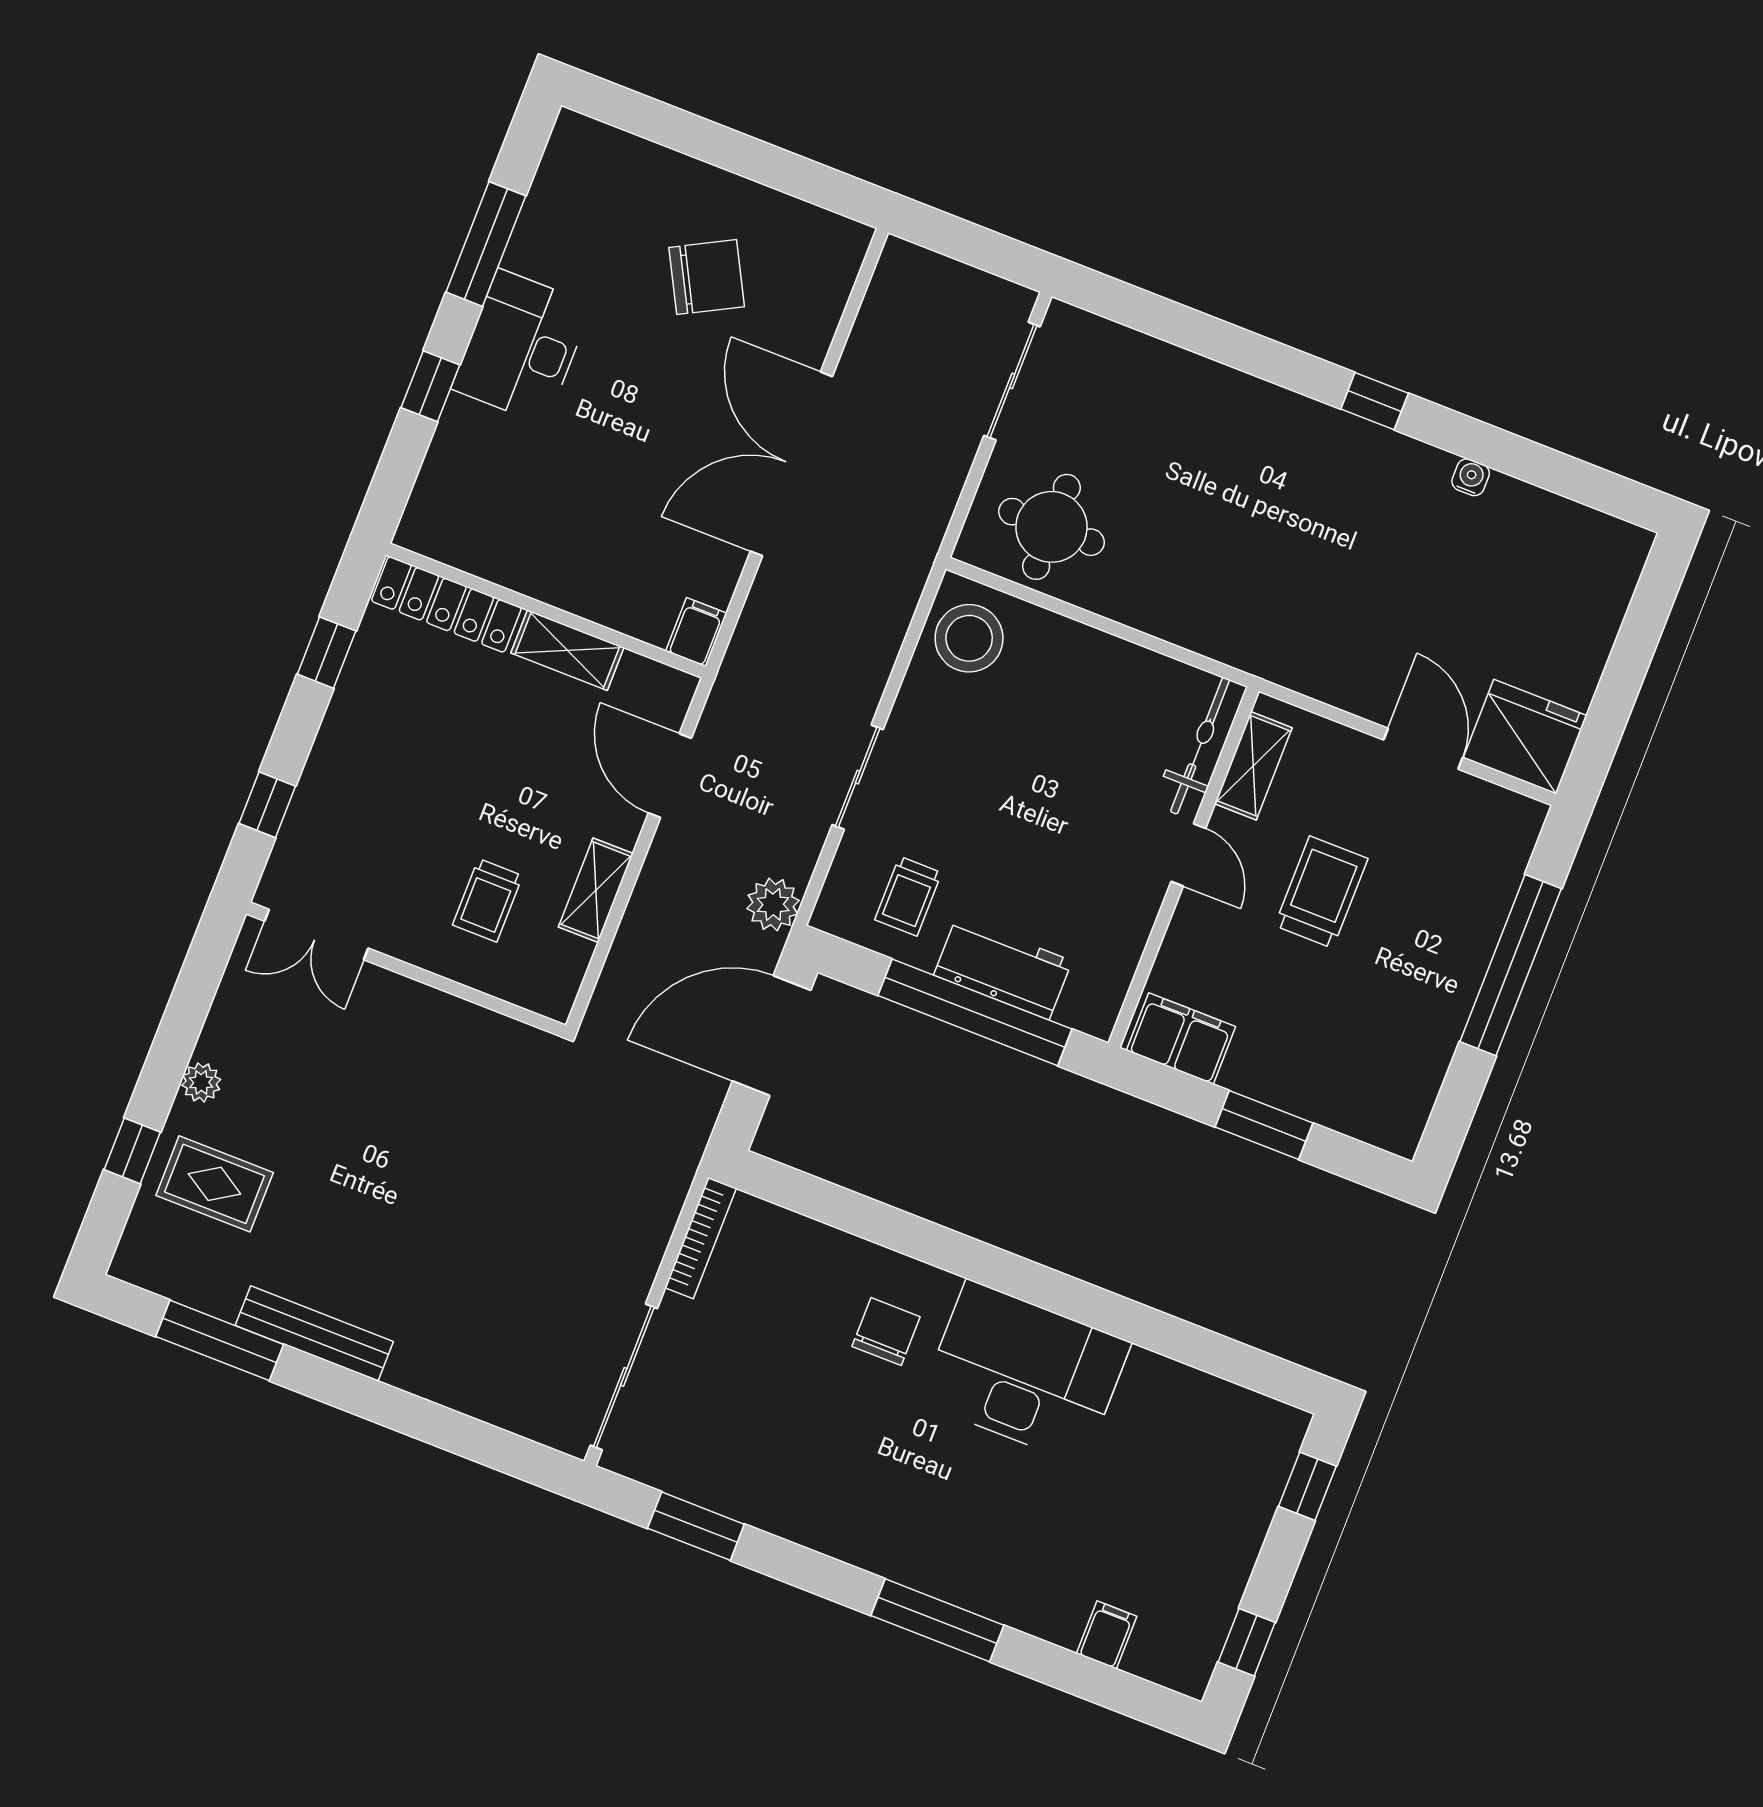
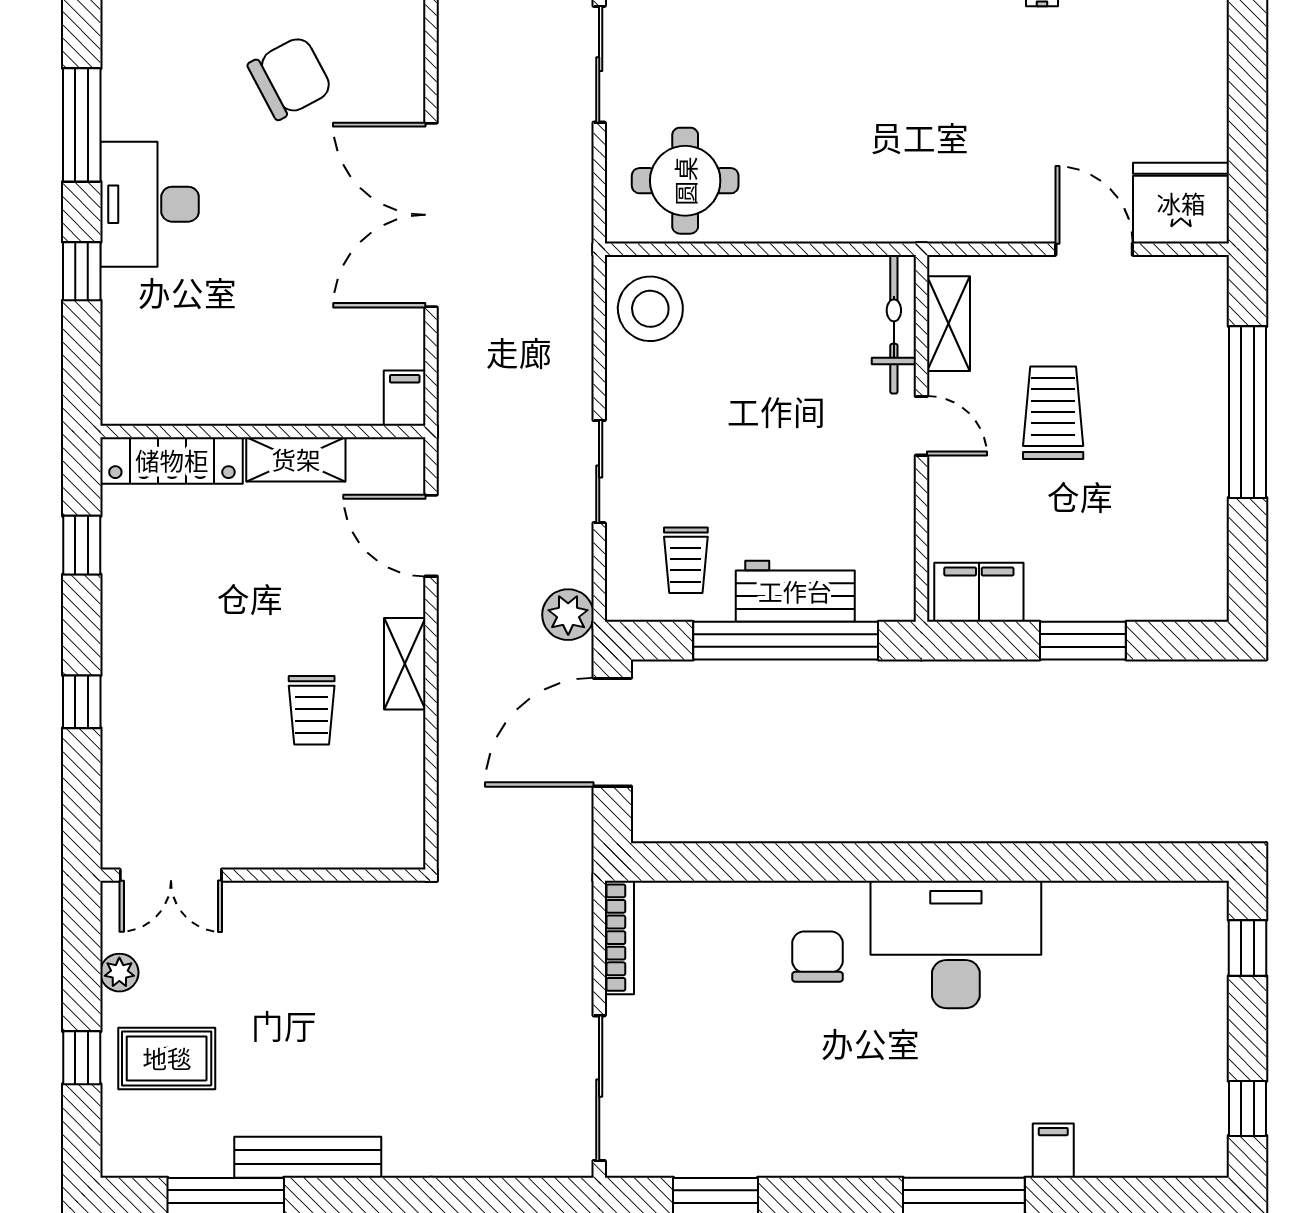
double door: (316, 935) -> (171, 875), moved
wall: (406, 969) -> (263, 875), moved
filing cabinet: (1107, 1635) -> (1053, 1151), moved

